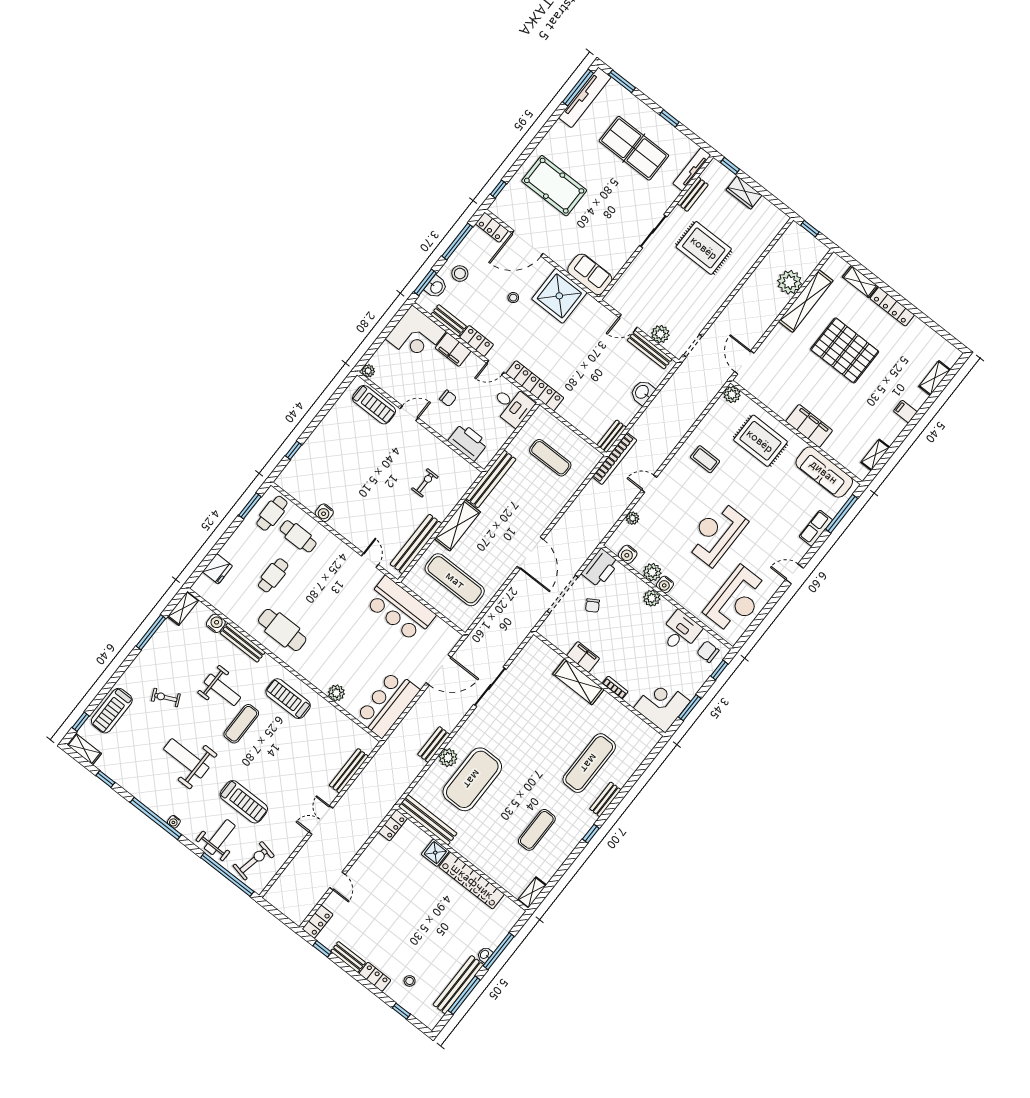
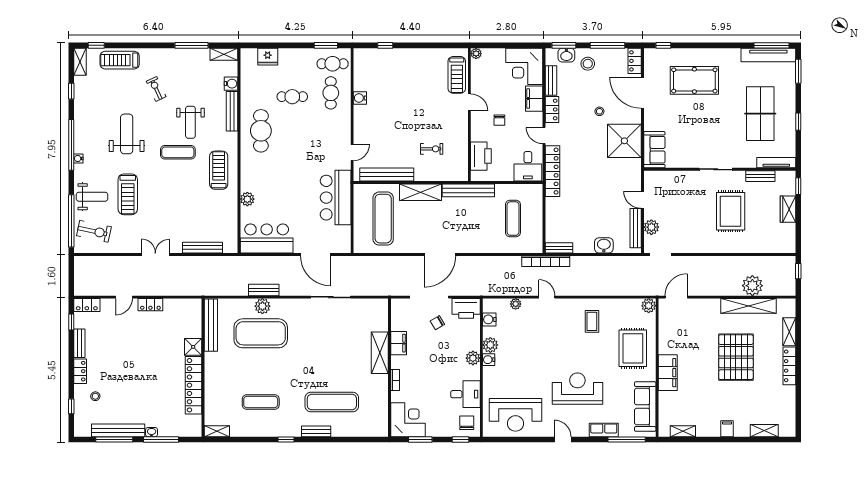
pool table: (554, 186) -> (694, 80), turned 90
reception desk: (716, 533) -> (577, 389), moved
locker: (393, 825) -> (150, 305), moved

